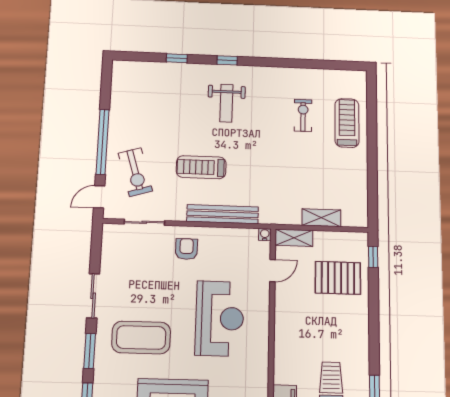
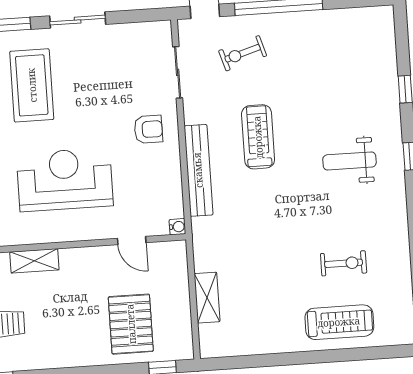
exercise bike: (135, 172) -> (243, 53), width x0.73, depth x0.72
shelving: (294, 238) -> (34, 261), moved, turned 90
reception desk: (220, 318) -> (65, 180), turned 180

